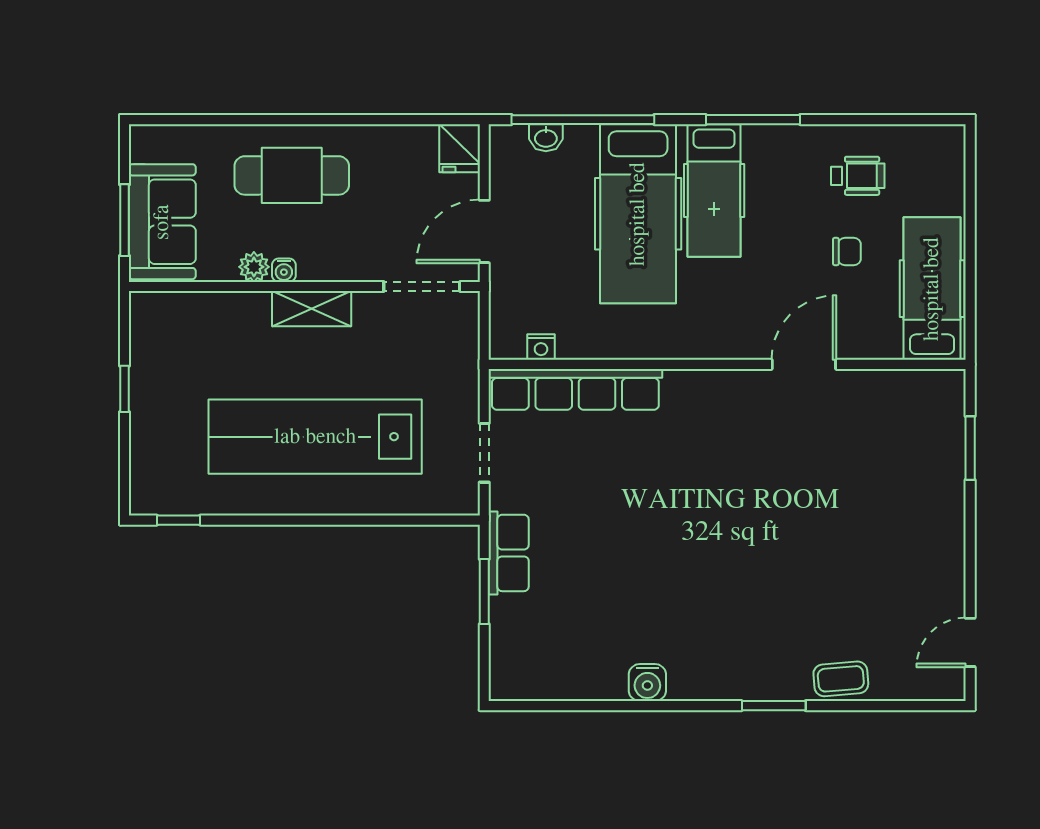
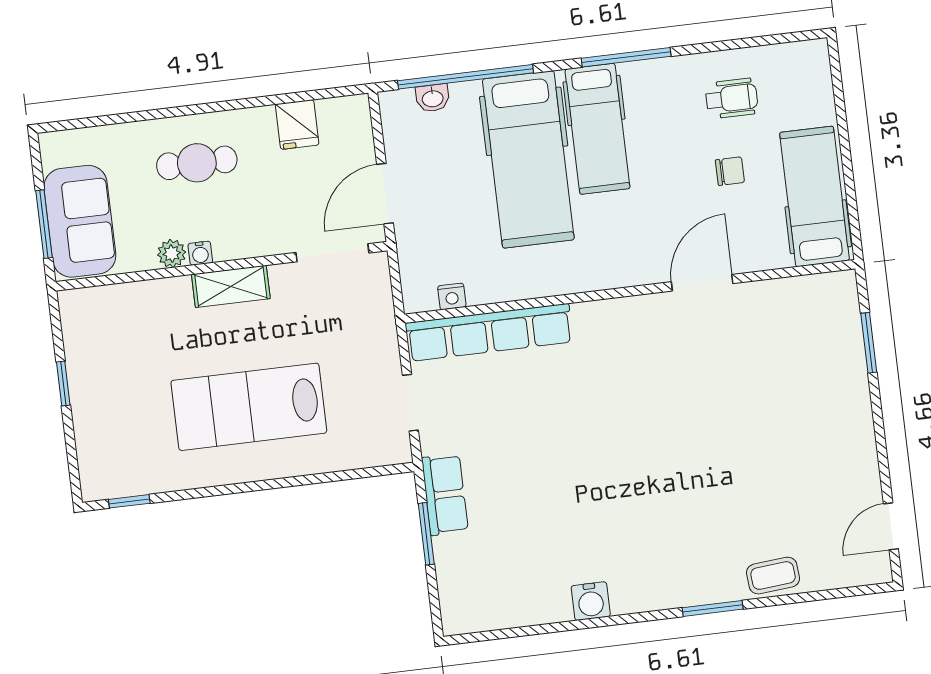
fridge: (460, 148) -> (297, 125), moved
cafe table: (292, 175) -> (197, 163), width x0.73, depth x0.74
lab bench: (315, 437) -> (249, 407), width x0.73

